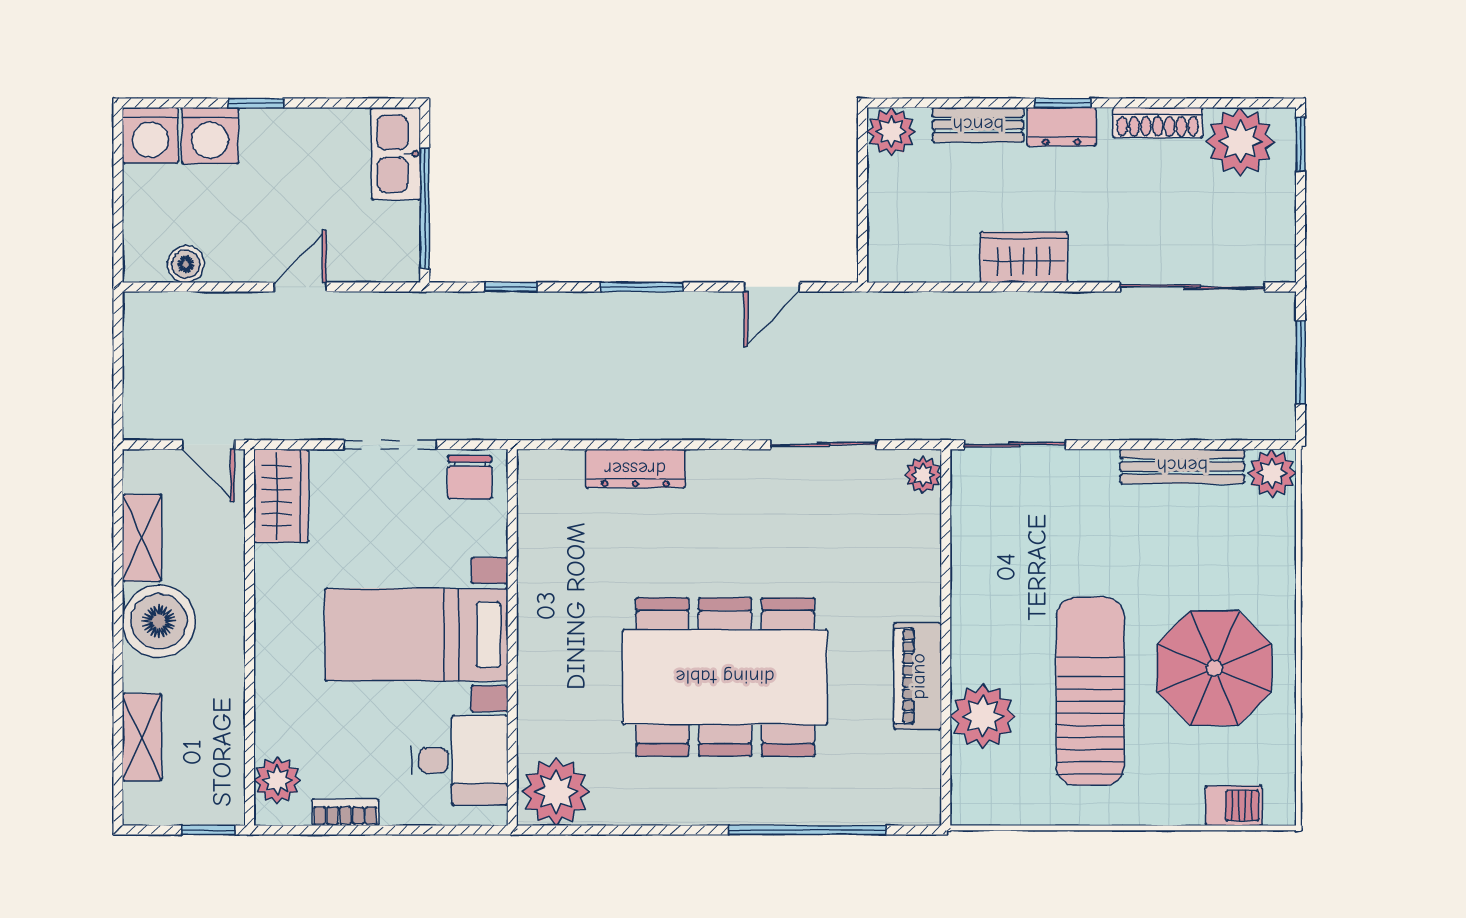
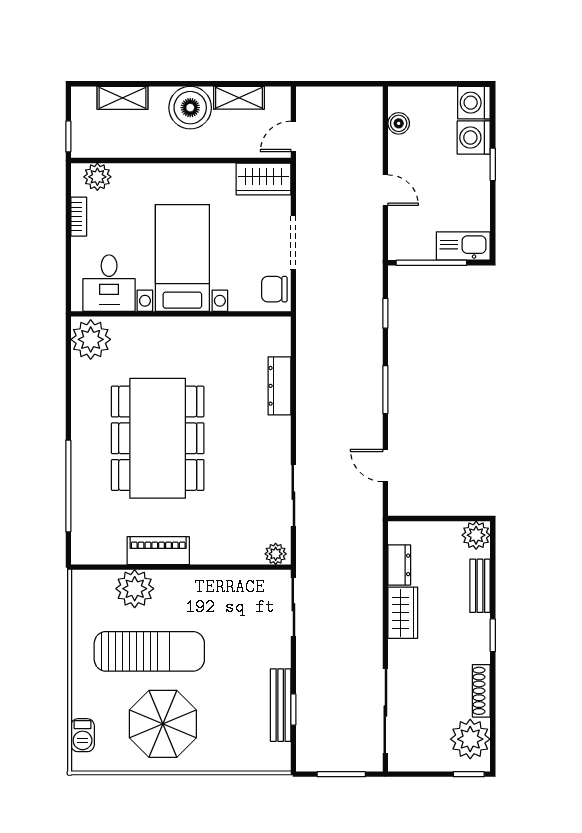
dresser: (1062, 127) -> (399, 565), moved, turned 180
window: (1190, 445) -> (293, 710), added
plant: (1272, 473) -> (277, 758), removed

